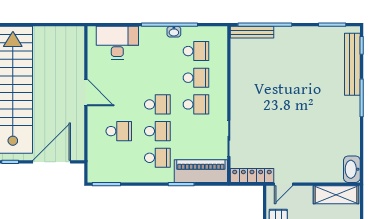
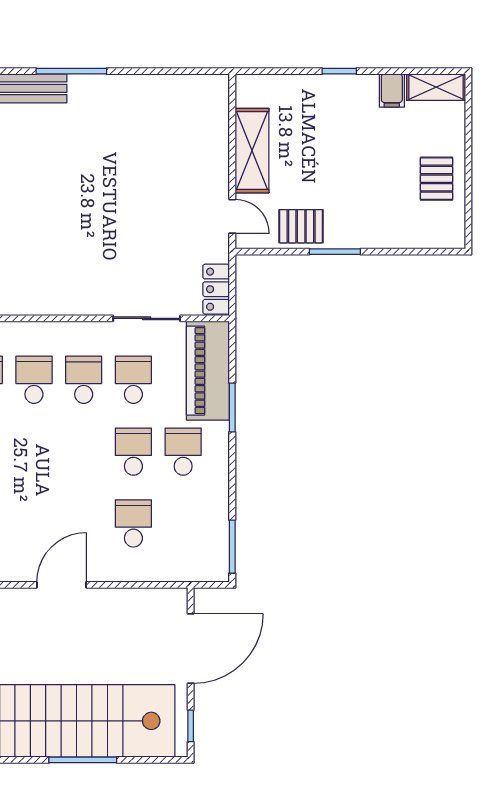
school desk: (157, 104) -> (133, 380), moved
door: (52, 162) -> (191, 649), swing flipped
washbasin: (352, 169) -> (204, 89), removed
locker: (252, 176) -> (216, 289), width x0.66
shelving: (336, 195) -> (252, 151), moved

